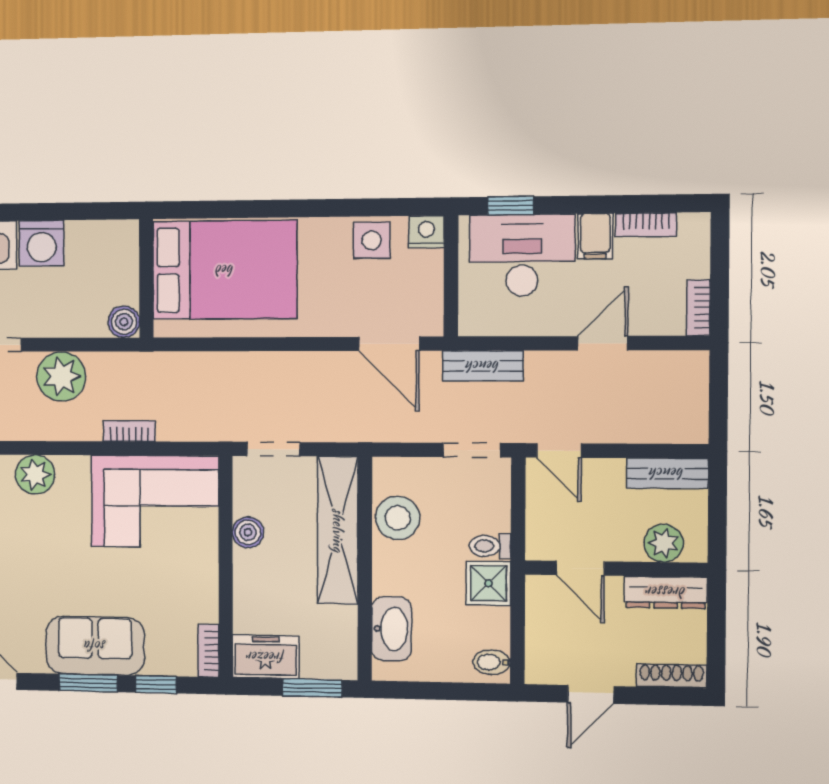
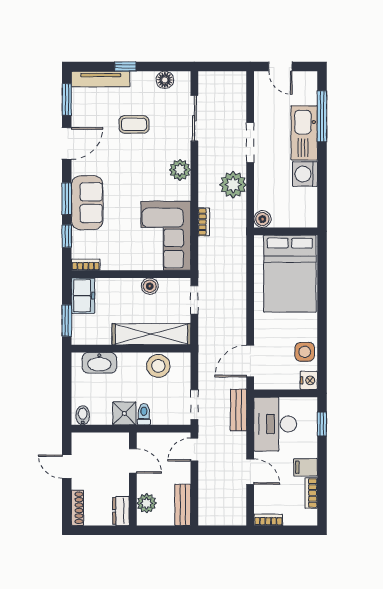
desk: (522, 255) -> (275, 424), moved, turned 180
door: (580, 568) -> (133, 461), swing flipped
dresser: (666, 592) -> (121, 511), width x0.70

